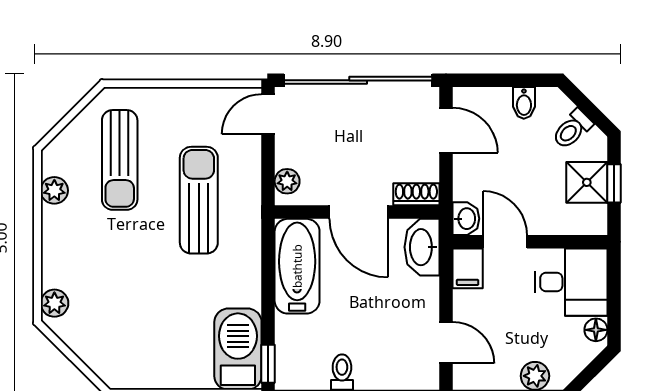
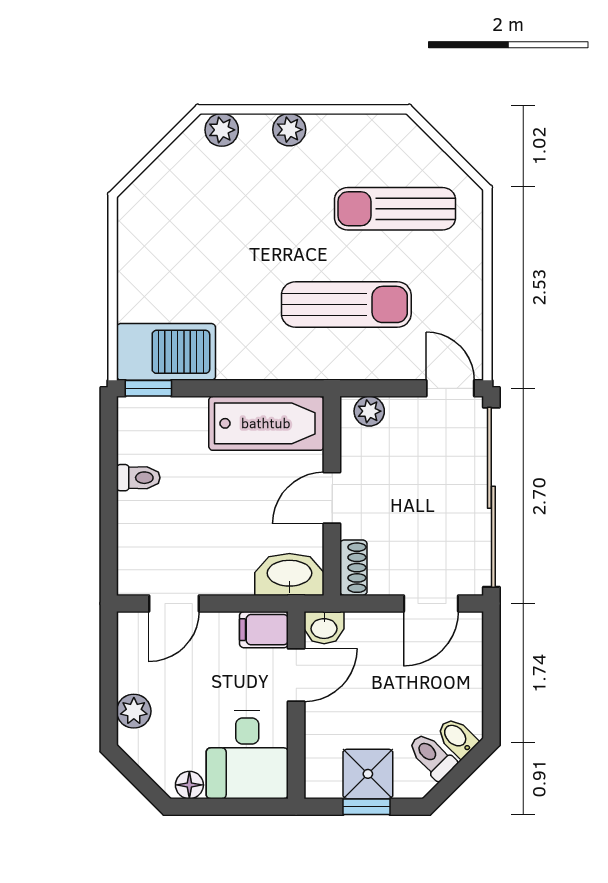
bidet: (524, 103) -> (457, 737), moved, turned 45
plant: (54, 190) -> (289, 130), moved
door: (359, 212) -> (332, 498), width x0.73

